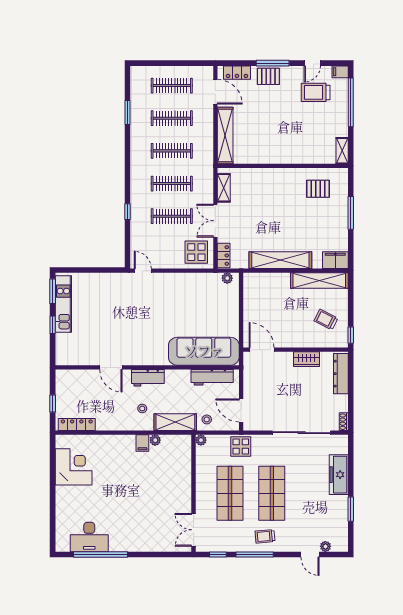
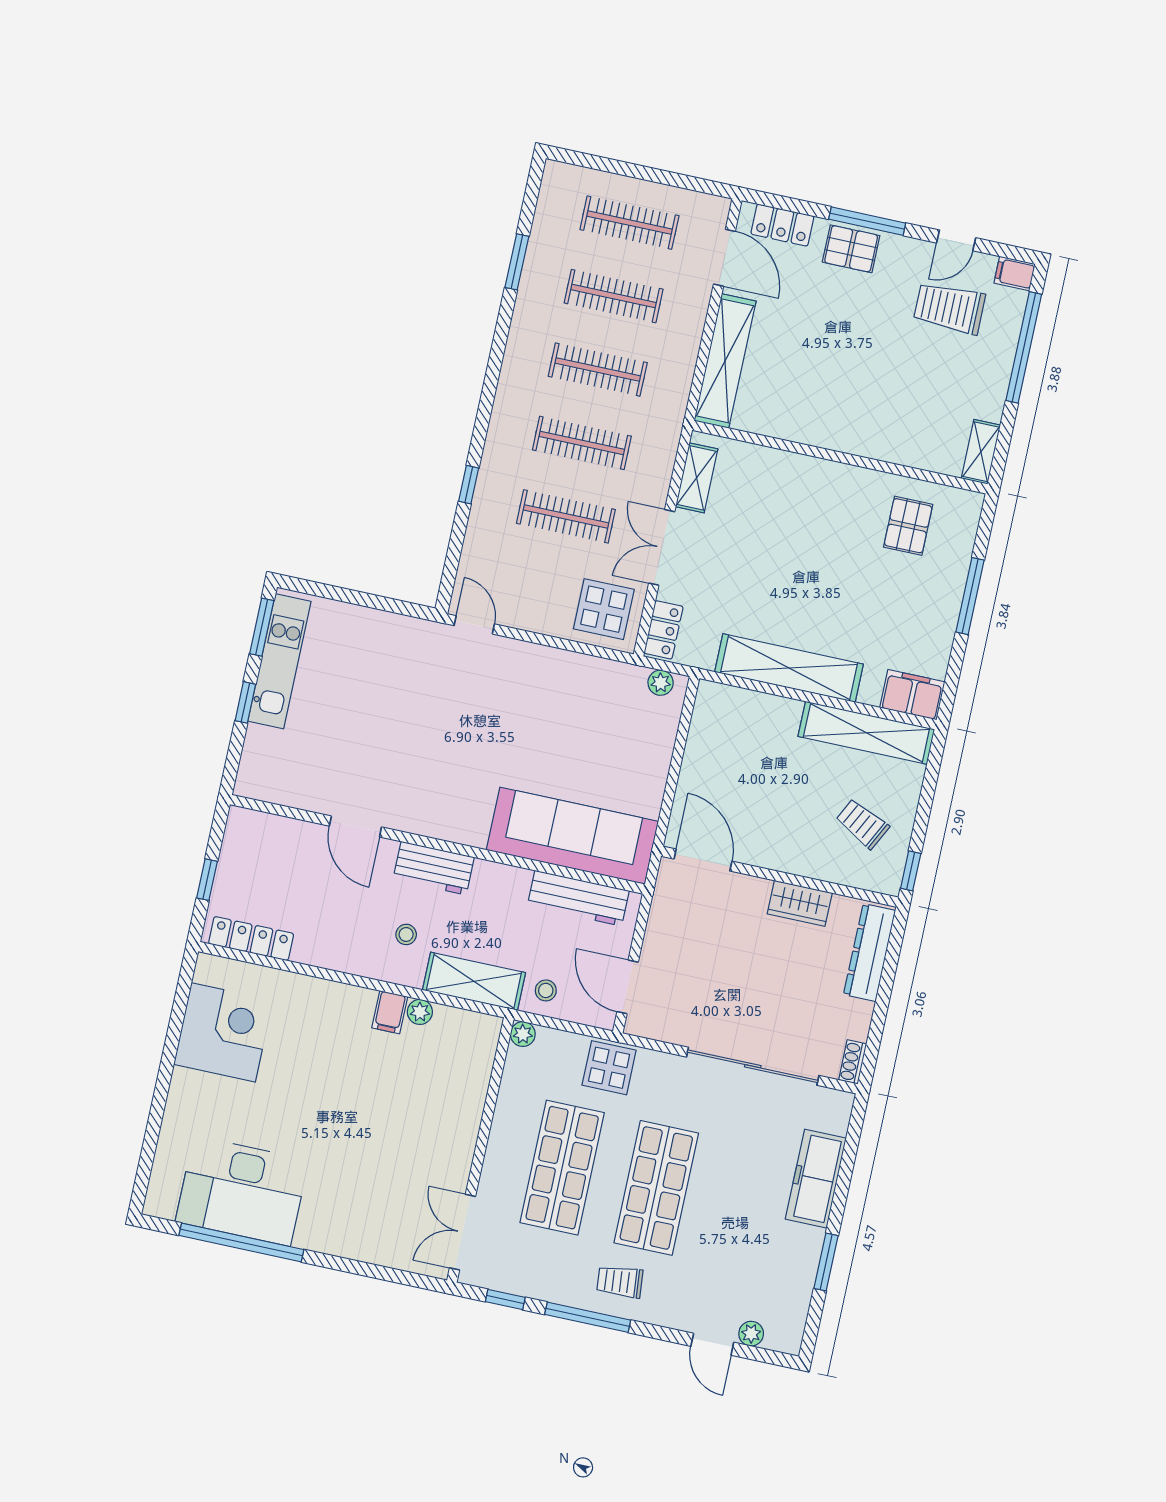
pallet: (318, 189) -> (908, 526), turned 90
desk: (89, 537) -> (242, 1191), width x1.36, depth x1.30

